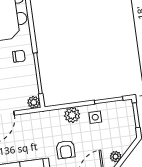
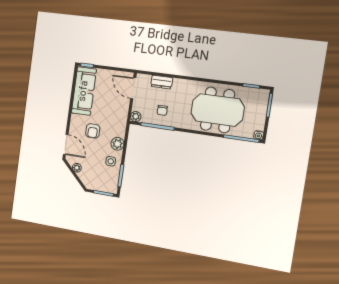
chair: (19, 56) -> (162, 110), moved
armchair: (66, 149) -> (93, 131), turned -90

